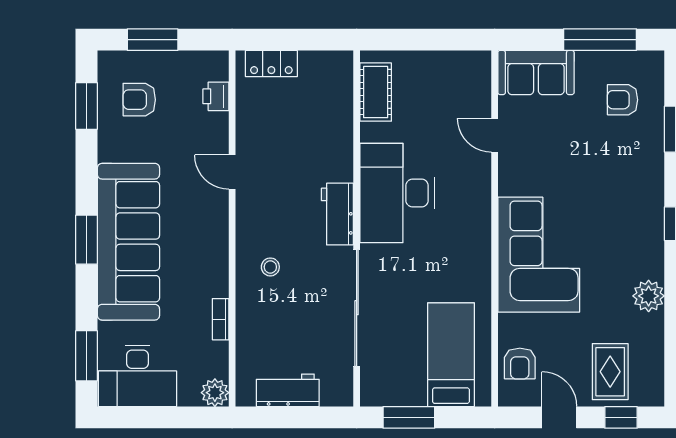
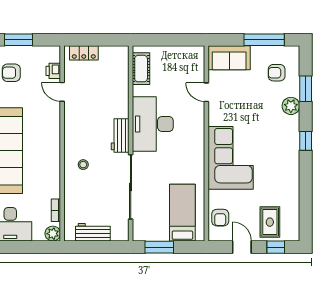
door: (232, 172) -> (62, 92), moved
plant: (649, 296) -> (291, 106), moved
bookcase: (221, 319) -> (56, 210), moved

